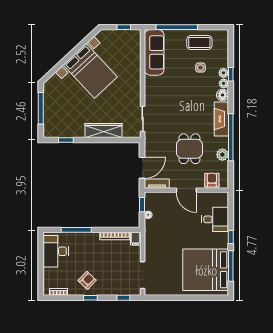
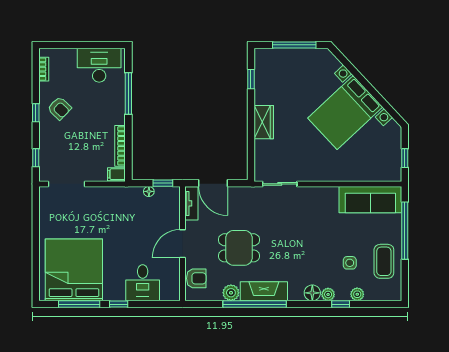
plant: (224, 73) -> (357, 294), moved
fireplace: (221, 119) -> (264, 291), moved
wardrobe: (103, 131) -> (264, 122), width x0.67

